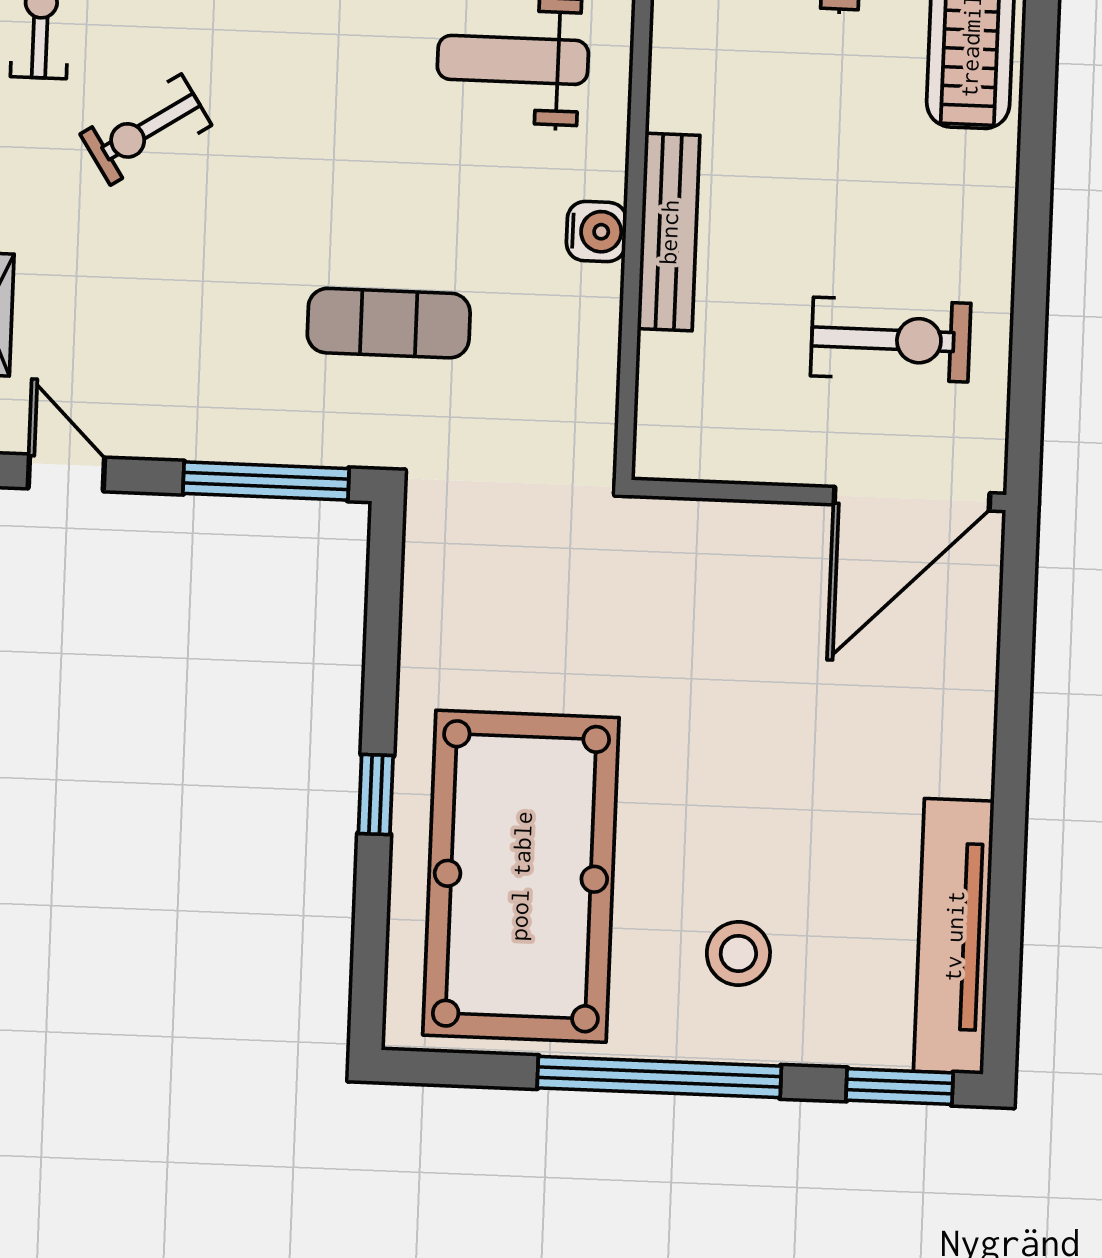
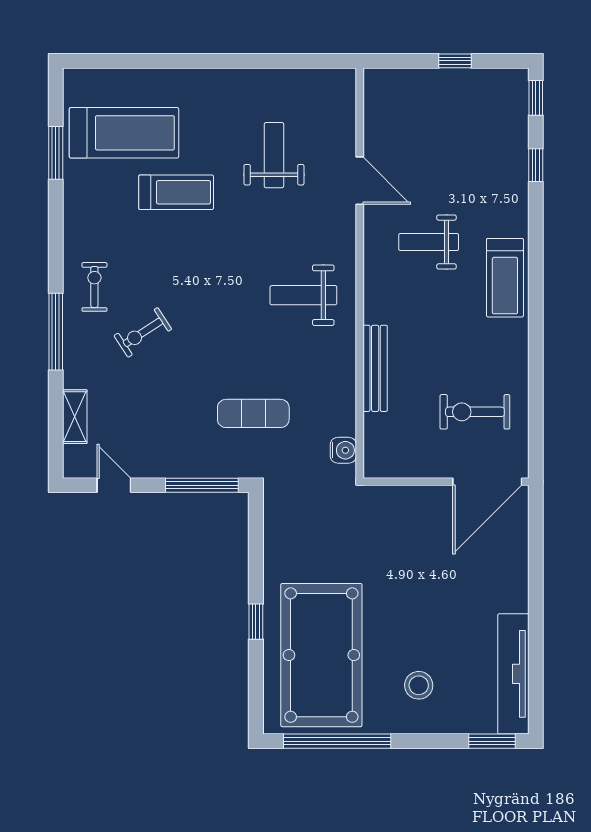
water cooler: (596, 232) -> (343, 450), moved
exercise bike: (891, 340) -> (475, 412), turned 180
window: (659, 1077) -> (337, 741), moved

